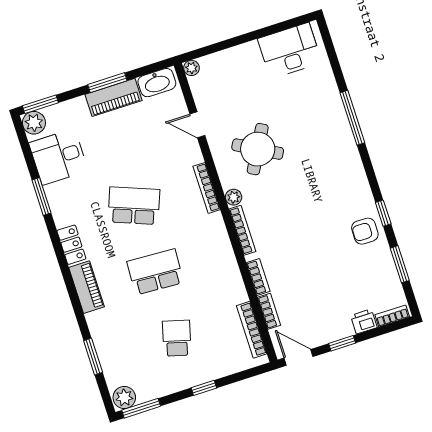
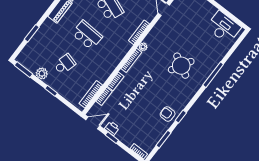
round table: (258, 149) -> (181, 66), moved
printer: (364, 321) -> (112, 128), moved
door: (299, 357) -> (93, 123), hinge flipped
plant: (124, 398) -> (42, 73), moved

